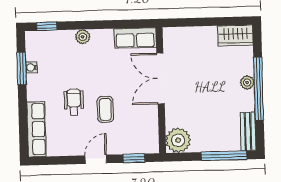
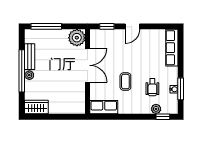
plant: (83, 37) -> (156, 109), moved
double door: (160, 78) -> (87, 65), moved
wheelchair: (74, 102) -> (152, 87), moved
coffee table: (105, 109) -> (125, 82), moved
bench: (248, 131) -> (30, 57), moved

